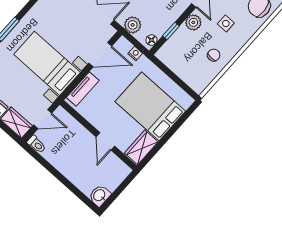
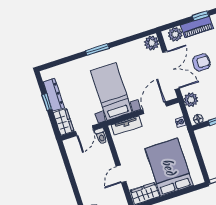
door: (100, 55) -> (154, 108), swing flipped
door: (43, 119) -> (84, 131), hinge flipped
toilet: (36, 144) -> (101, 136), moved

